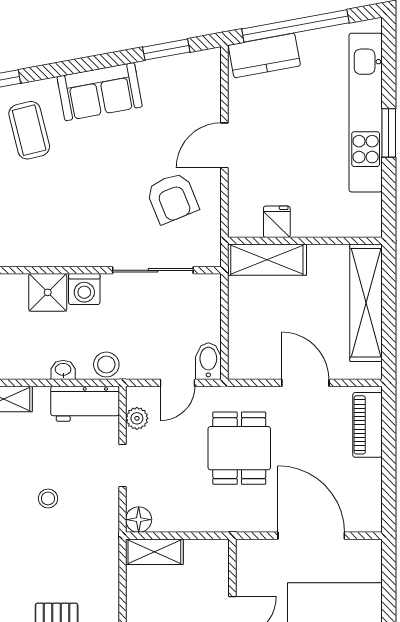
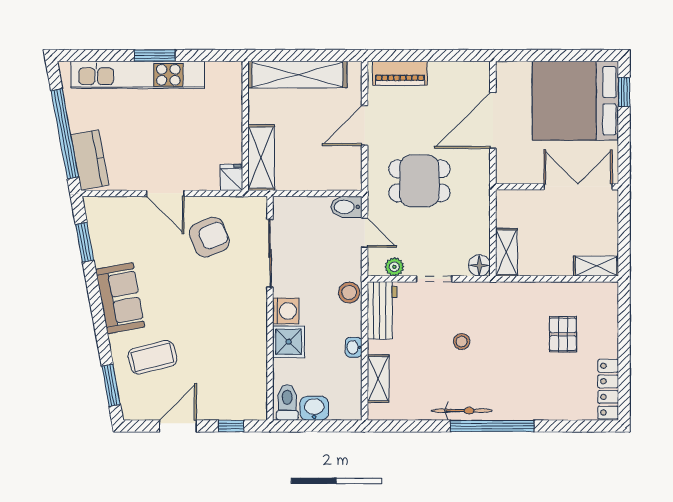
fridge: (277, 222) -> (231, 177), moved, turned 90
washbasin: (63, 370) -> (354, 347), moved

